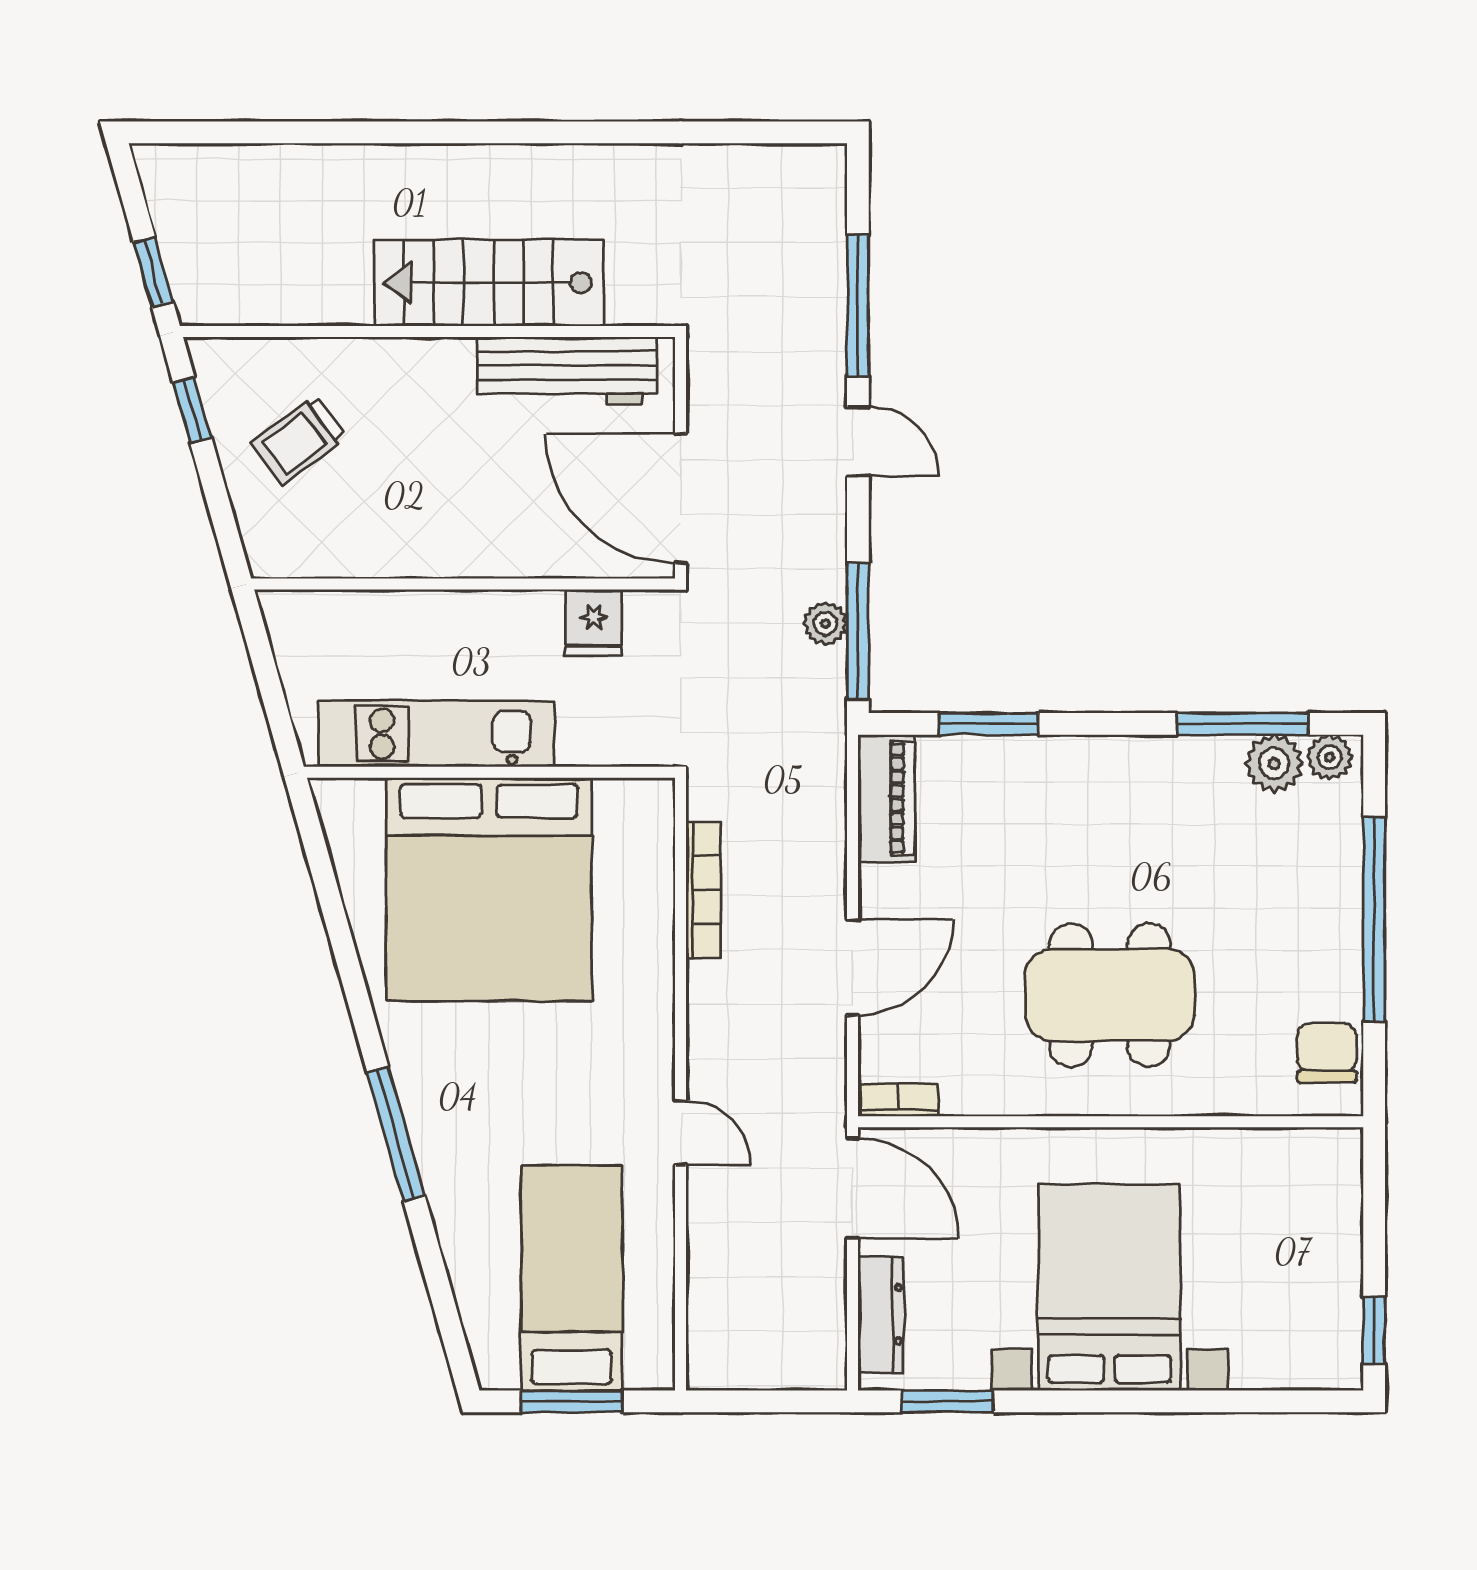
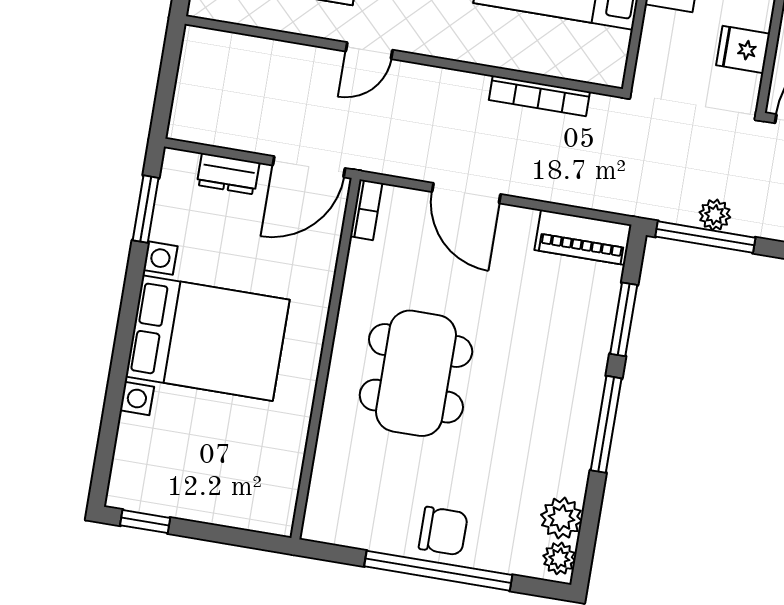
window: (1243, 724) -> (606, 424), moved
chair: (1327, 1053) -> (443, 531), moved
dresser: (881, 1314) -> (228, 174), width x0.70

